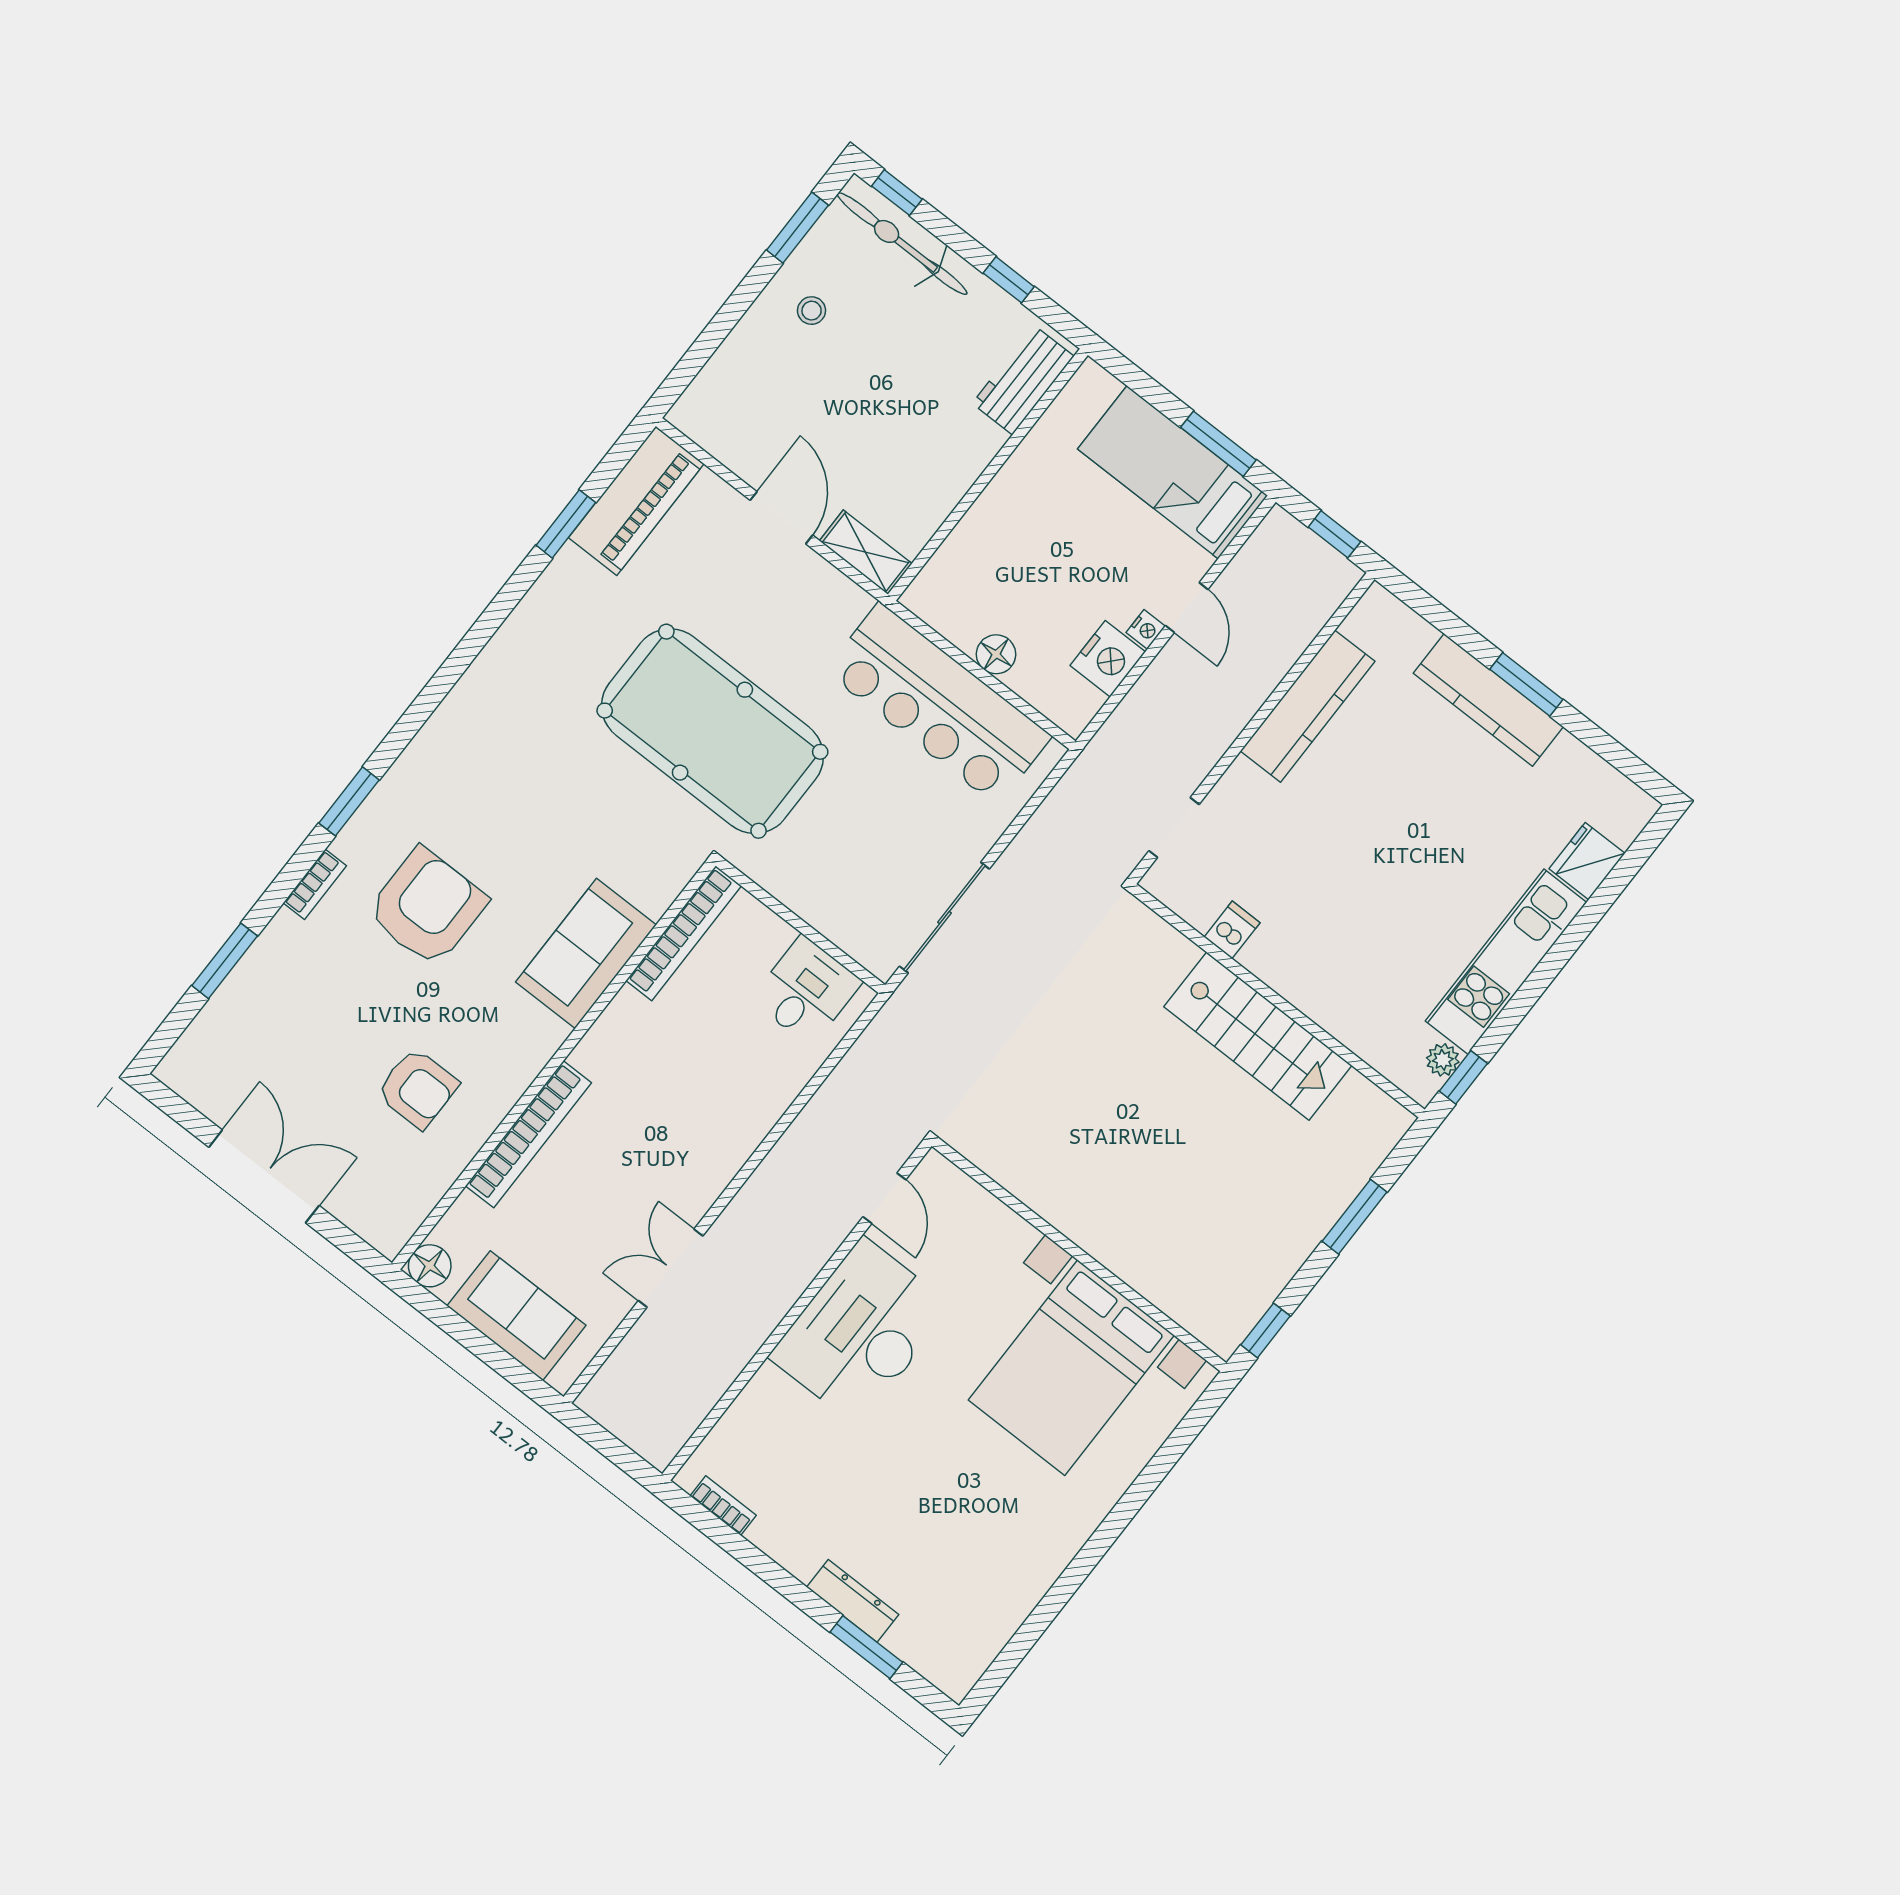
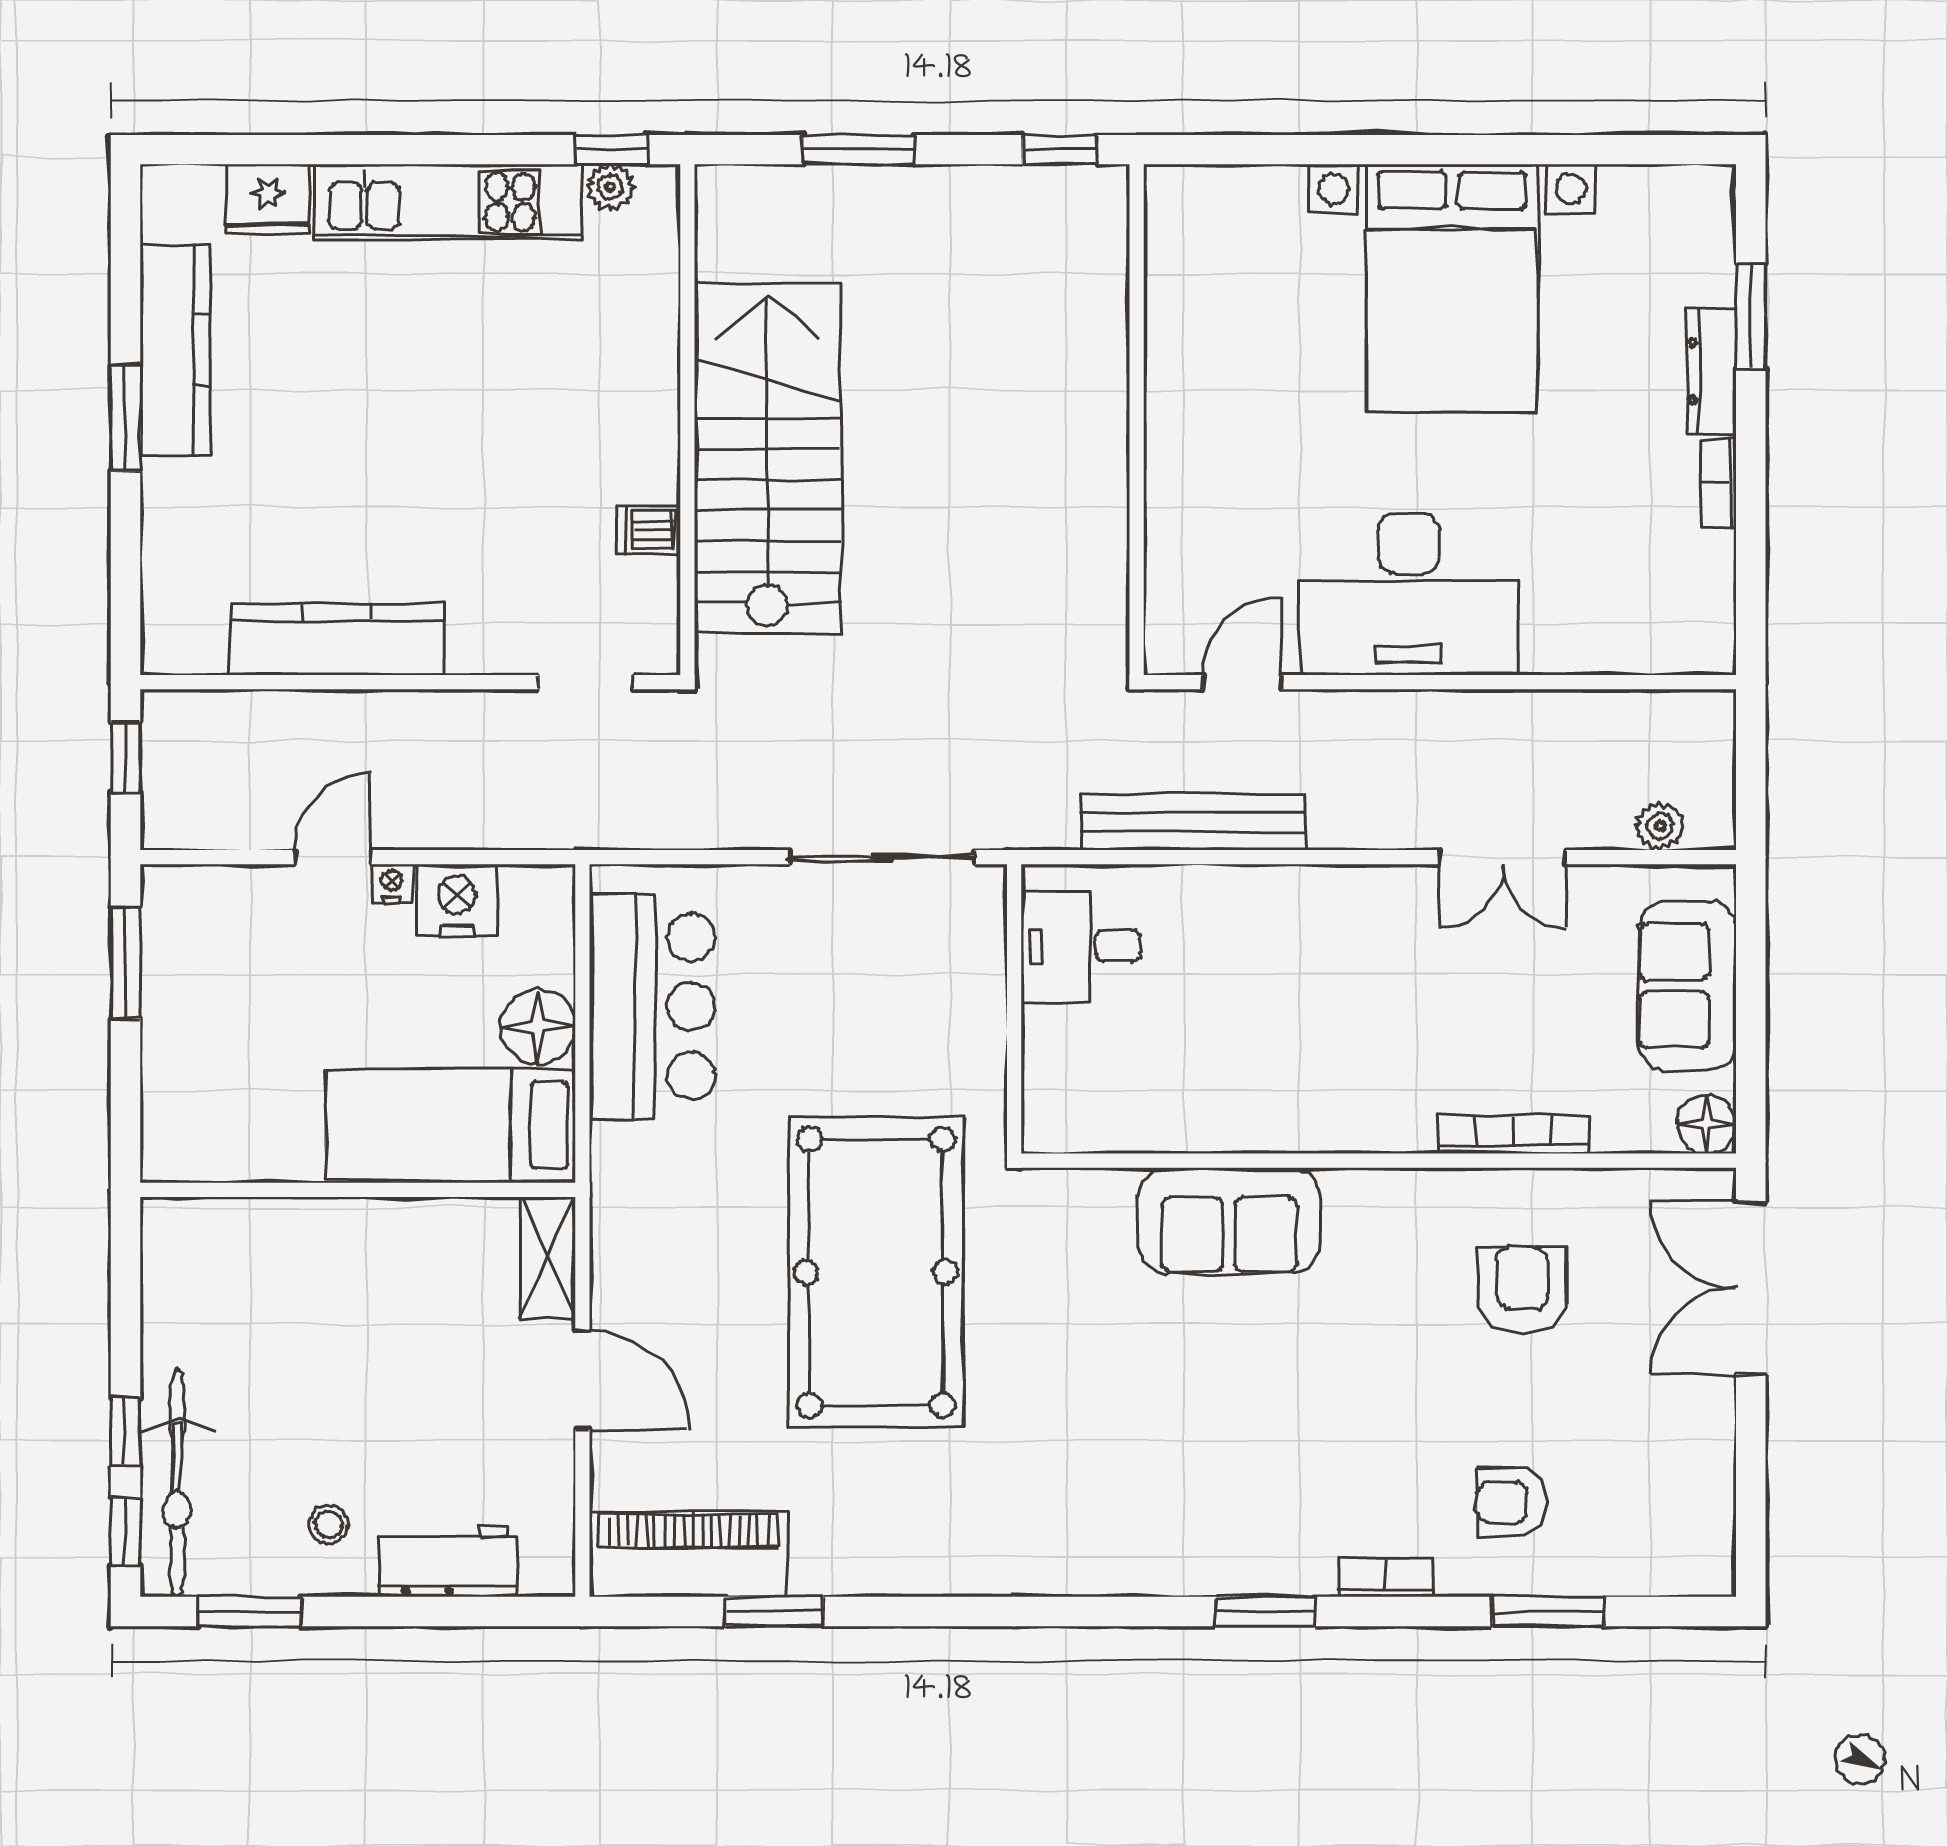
window: (1009, 280) -> (126, 1432), moved
workbench: (1023, 380) -> (449, 1561), moved, turned 180
bed: (1173, 472) -> (451, 1125), moved, turned 90
door: (781, 518) -> (582, 1380), swing flipped
floor lamp: (996, 654) -> (538, 1027), width x1.38, depth x1.38
kitchen counter: (1488, 700) -> (175, 350), moved
bar counter: (938, 704) -> (652, 1007), width x0.73
armchair: (427, 907) -> (1512, 1502), moved, width x0.53, depth x0.53
bookcase: (684, 933) -> (1123, 1130), removed
stairs: (1258, 1036) -> (767, 458), width x1.36, depth x1.51
bench: (827, 1109) -> (1193, 822), added
bookcase: (528, 1134) -> (1513, 1134), width x0.68, depth x0.76
double door: (264, 1176) -> (1751, 1288), moved
bed with nightstands: (1071, 1368) -> (1452, 288), moved, turned 90
plant: (619, 1371) -> (1660, 826), added
bookcase: (723, 1506) -> (1718, 484), moved

